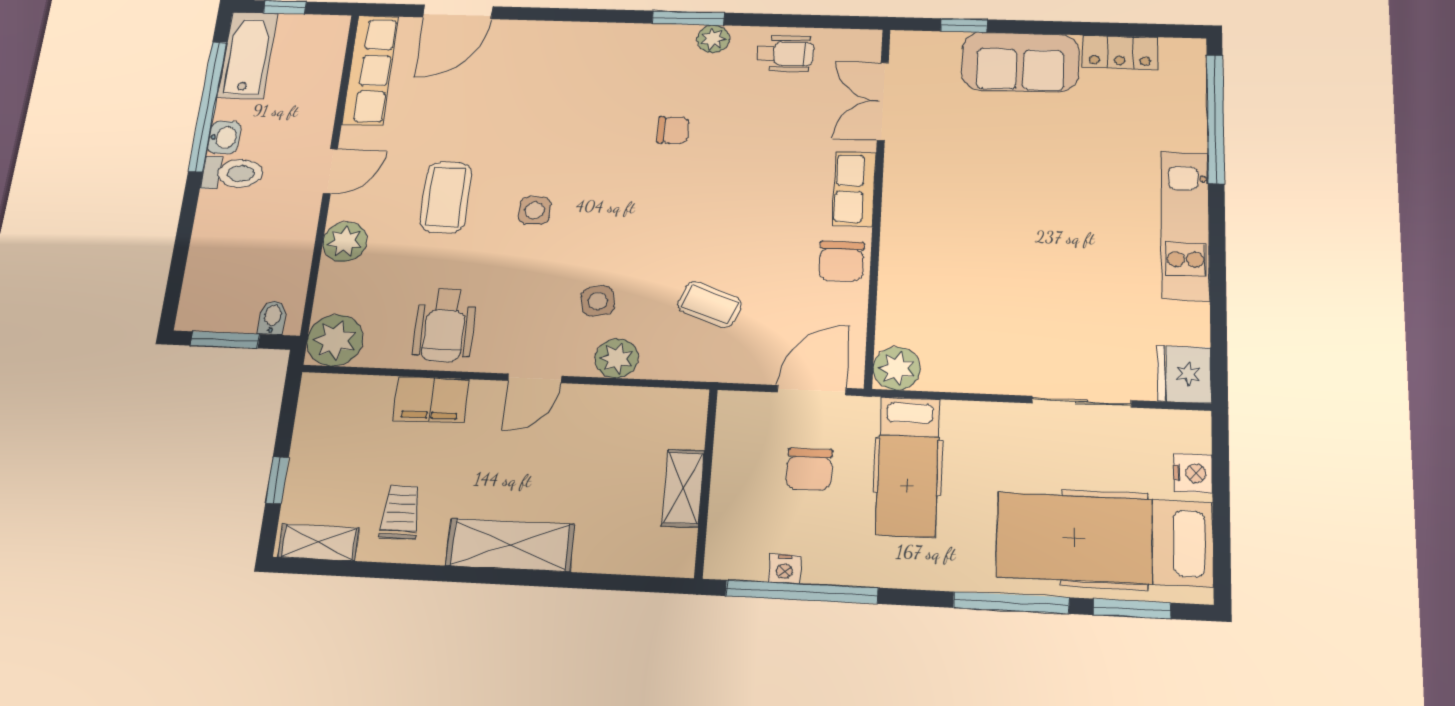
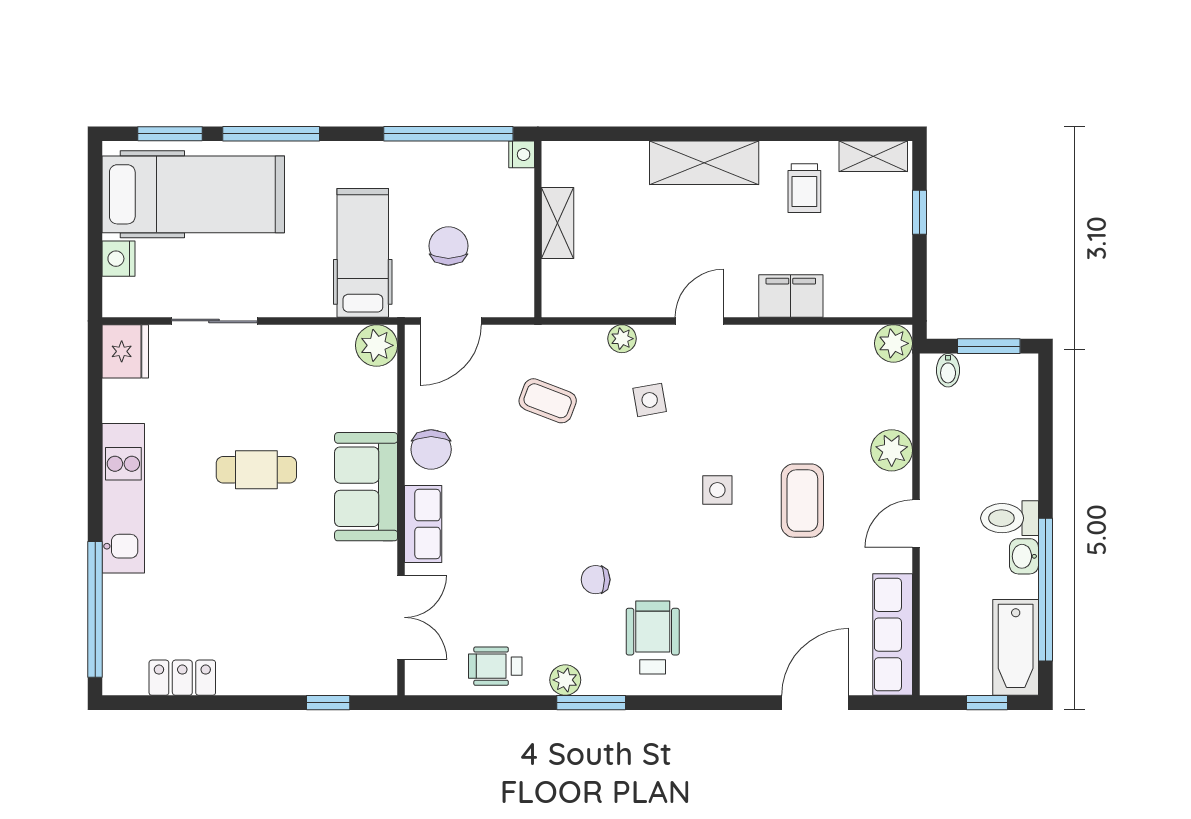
sofa: (1020, 62) -> (366, 487), moved, turned -90
cafe table: (1036, 248) -> (256, 470), added
chair: (841, 261) -> (431, 449), turned 180
wheelchair: (445, 325) -> (653, 638), moved
plant: (335, 340) -> (893, 343), width x0.73, depth x0.73
plant: (617, 358) -> (622, 339), width x0.73, depth x0.73
nightstand: (785, 569) -> (522, 154), moved, turned 90

